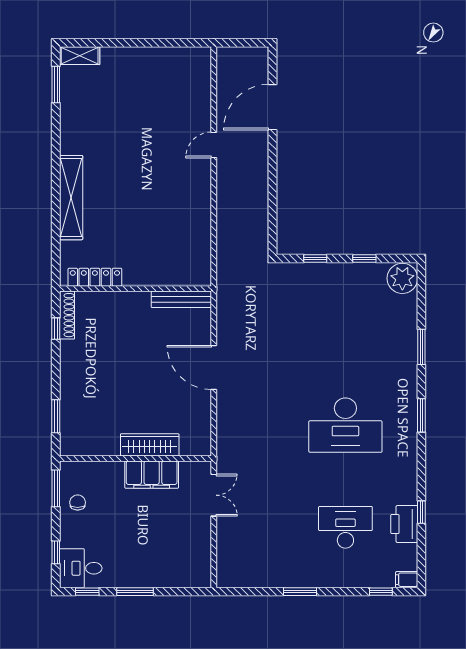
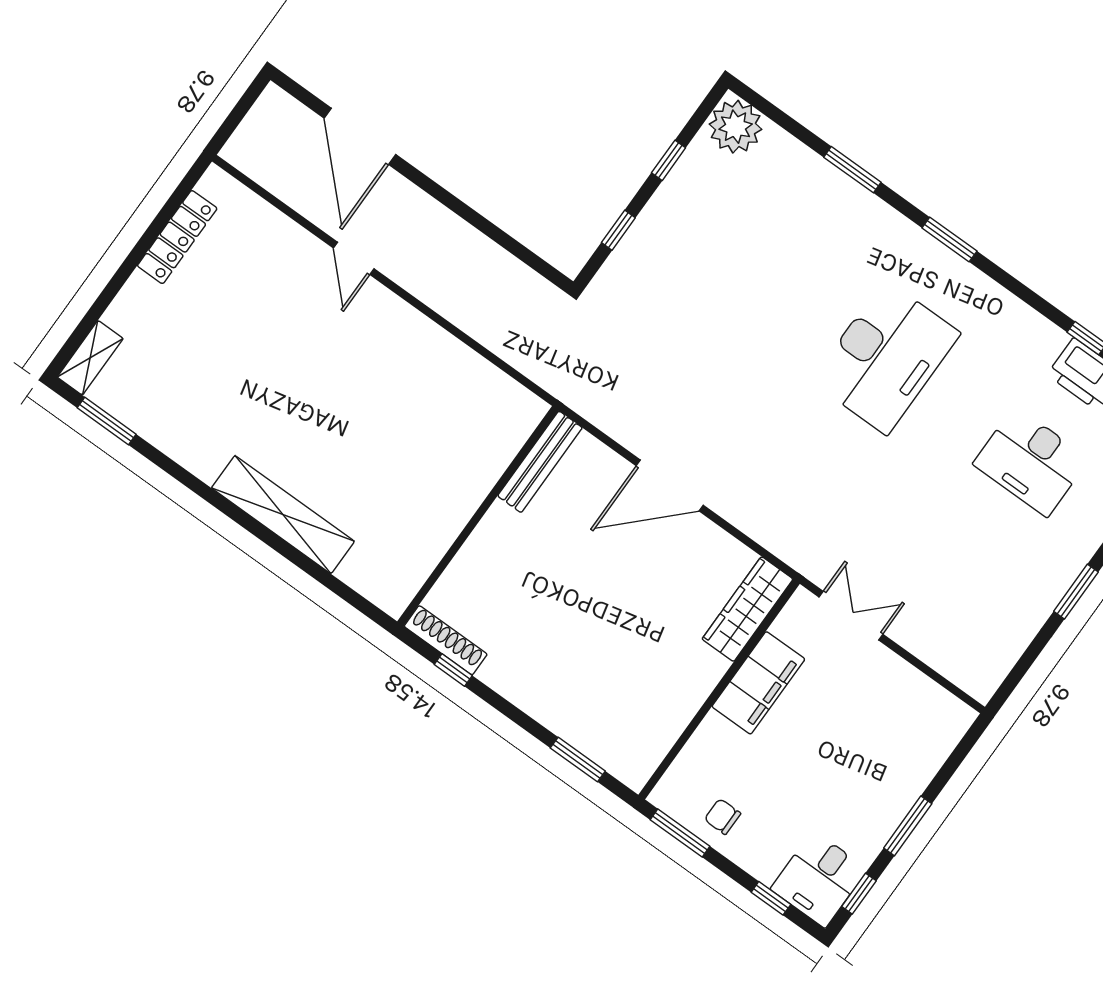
locker: (95, 277) -> (177, 237), moved, turned 180
wardrobe: (150, 445) -> (747, 609), moved
desk: (345, 527) -> (1031, 462), turned -90

